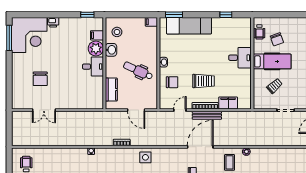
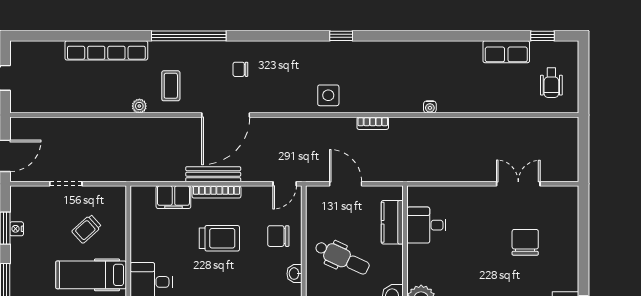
desk: (93, 67) -> (426, 225), moved
trolley: (204, 81) -> (219, 238), turned 180
door: (180, 110) -> (285, 184), moved

